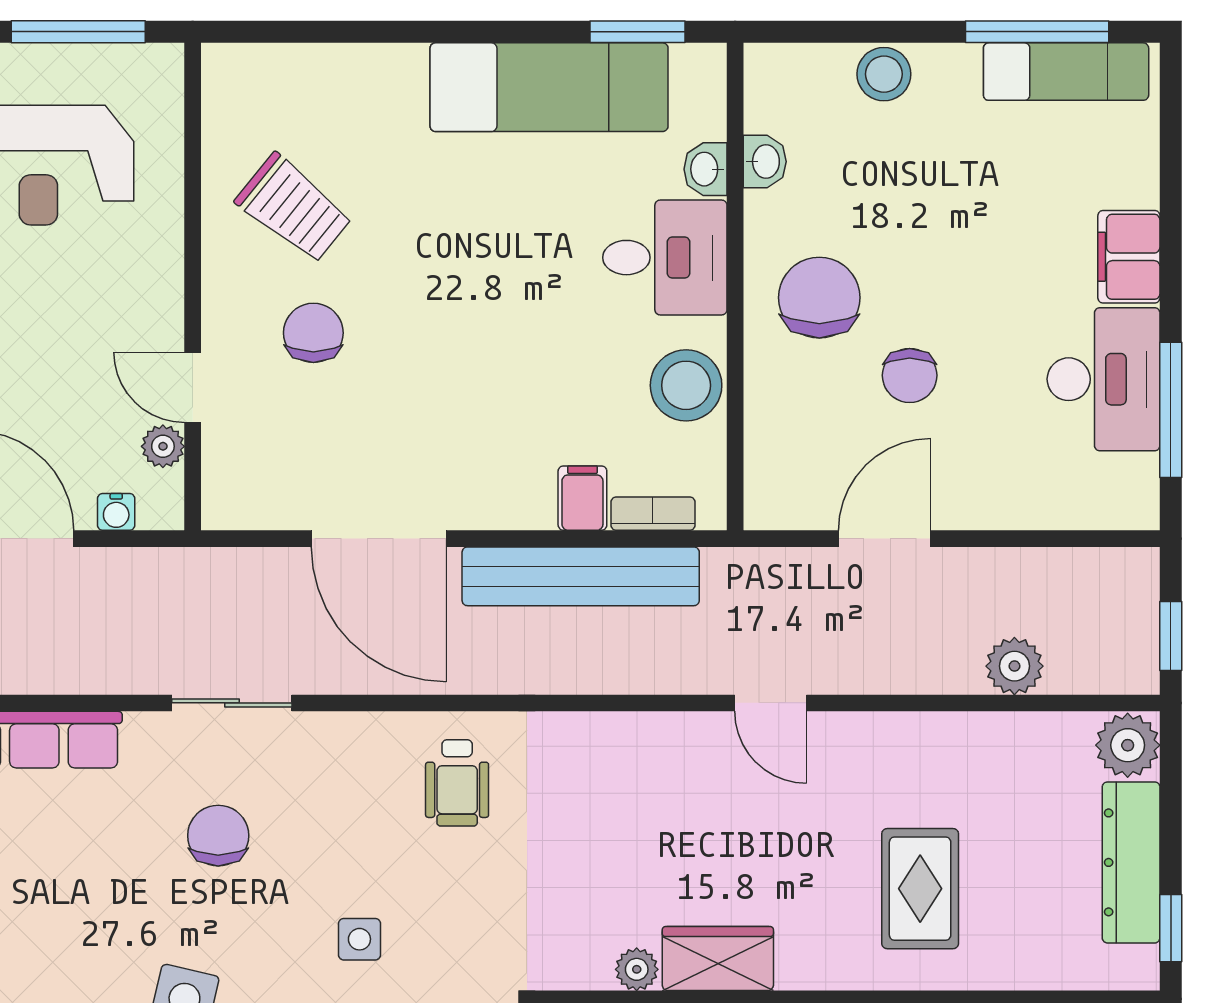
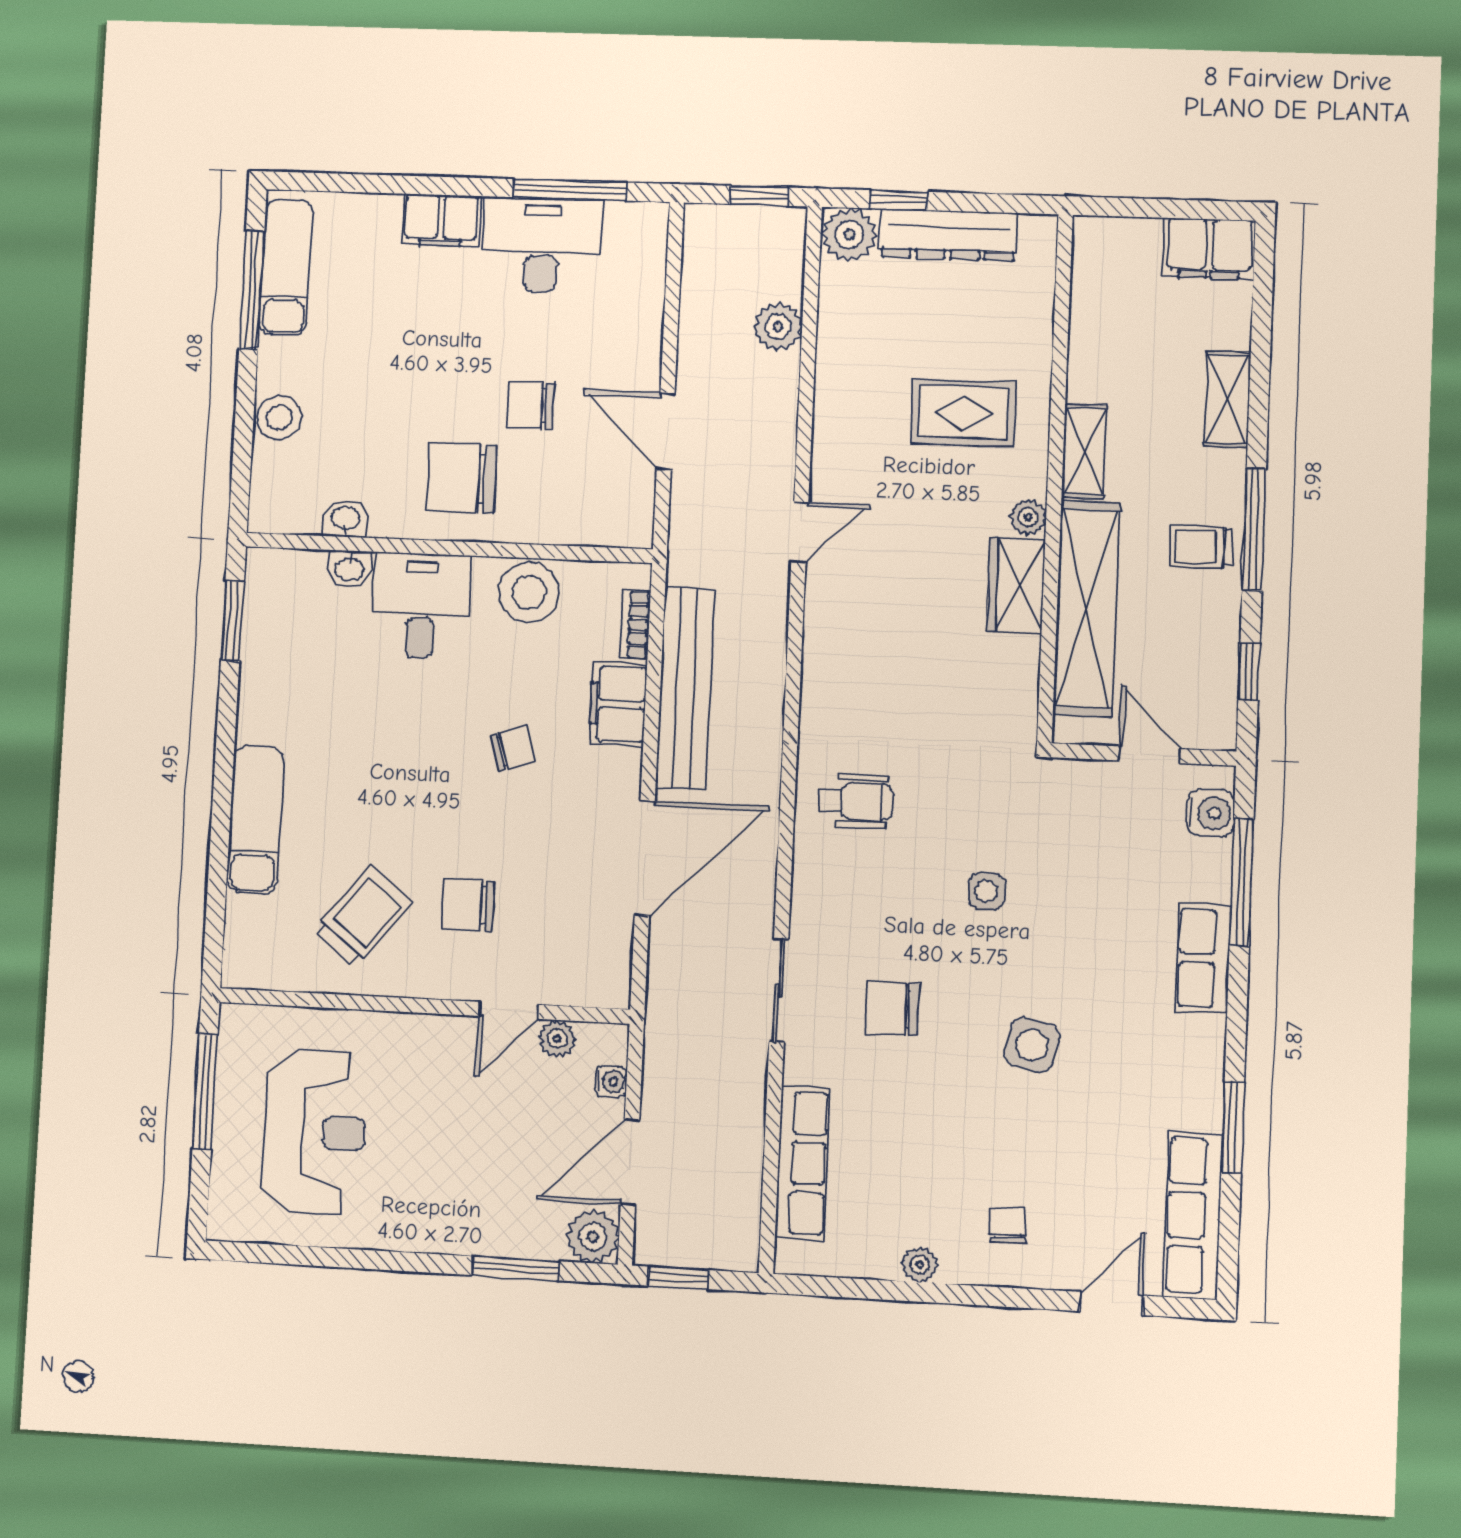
exam couch: (549, 87) -> (255, 820), moved, width x0.73, depth x0.69
chair: (910, 375) -> (530, 405), turned 180
chair: (500, 376) -> (513, 748), added
filing cabinet: (582, 498) -> (618, 704), width x2.00
window: (1171, 928) -> (899, 200), moved
plant: (637, 969) -> (1028, 517), moved

